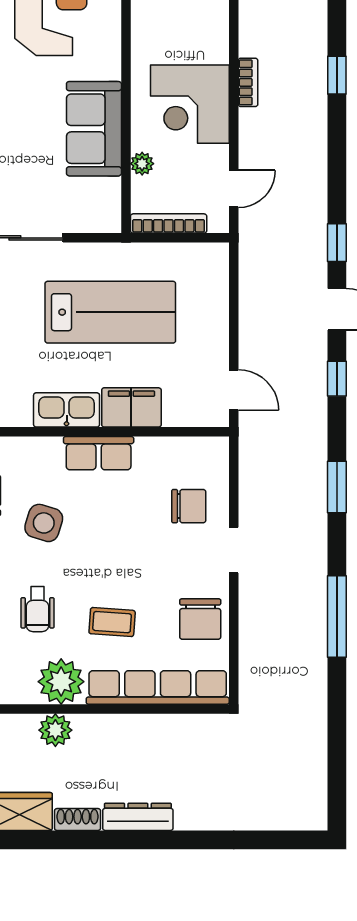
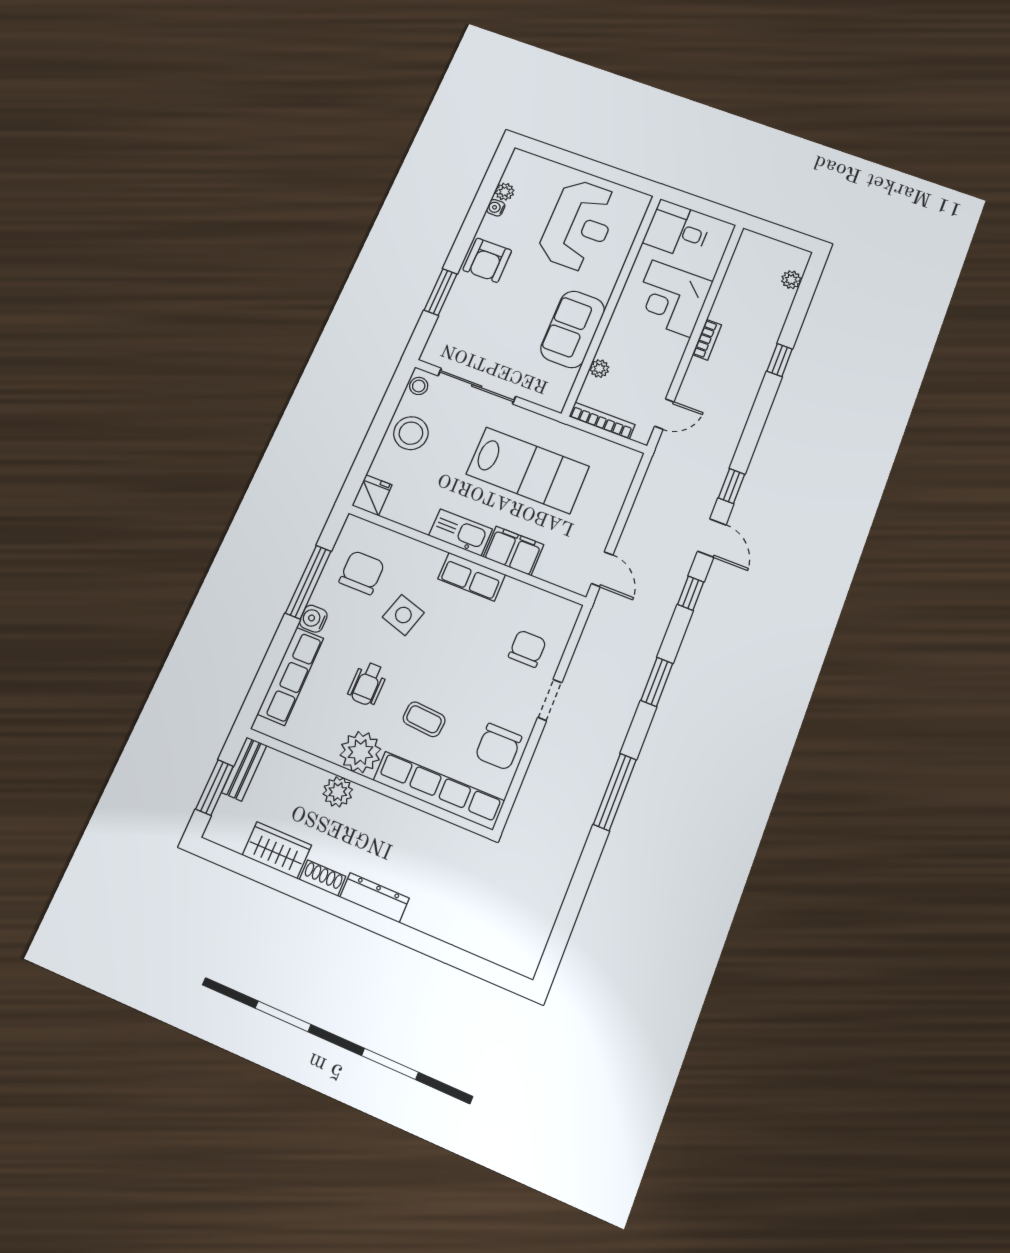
corner desk: (190, 104) -> (671, 299), moved
chair: (189, 506) -> (527, 649), turned -90

